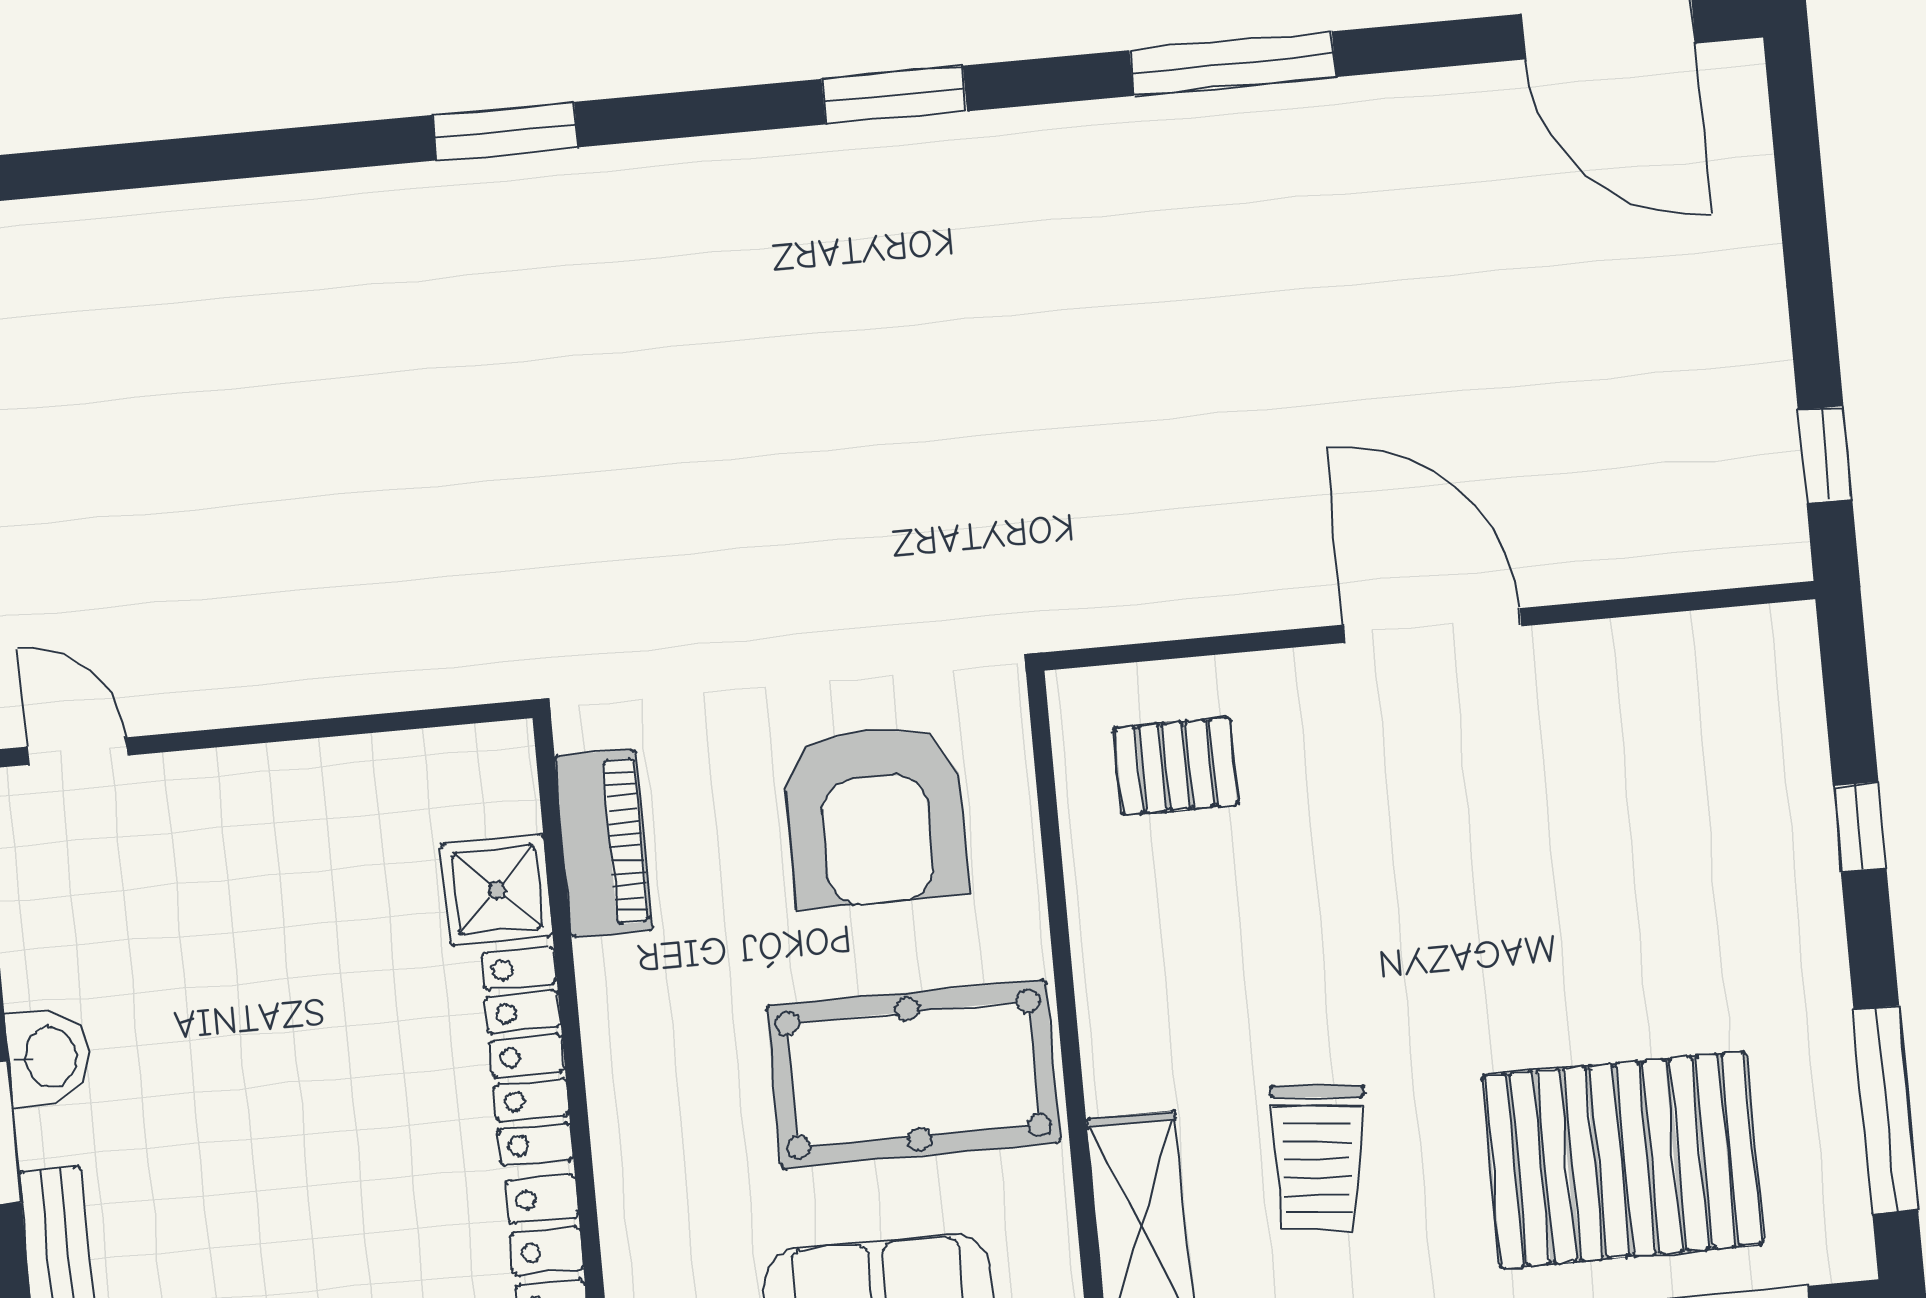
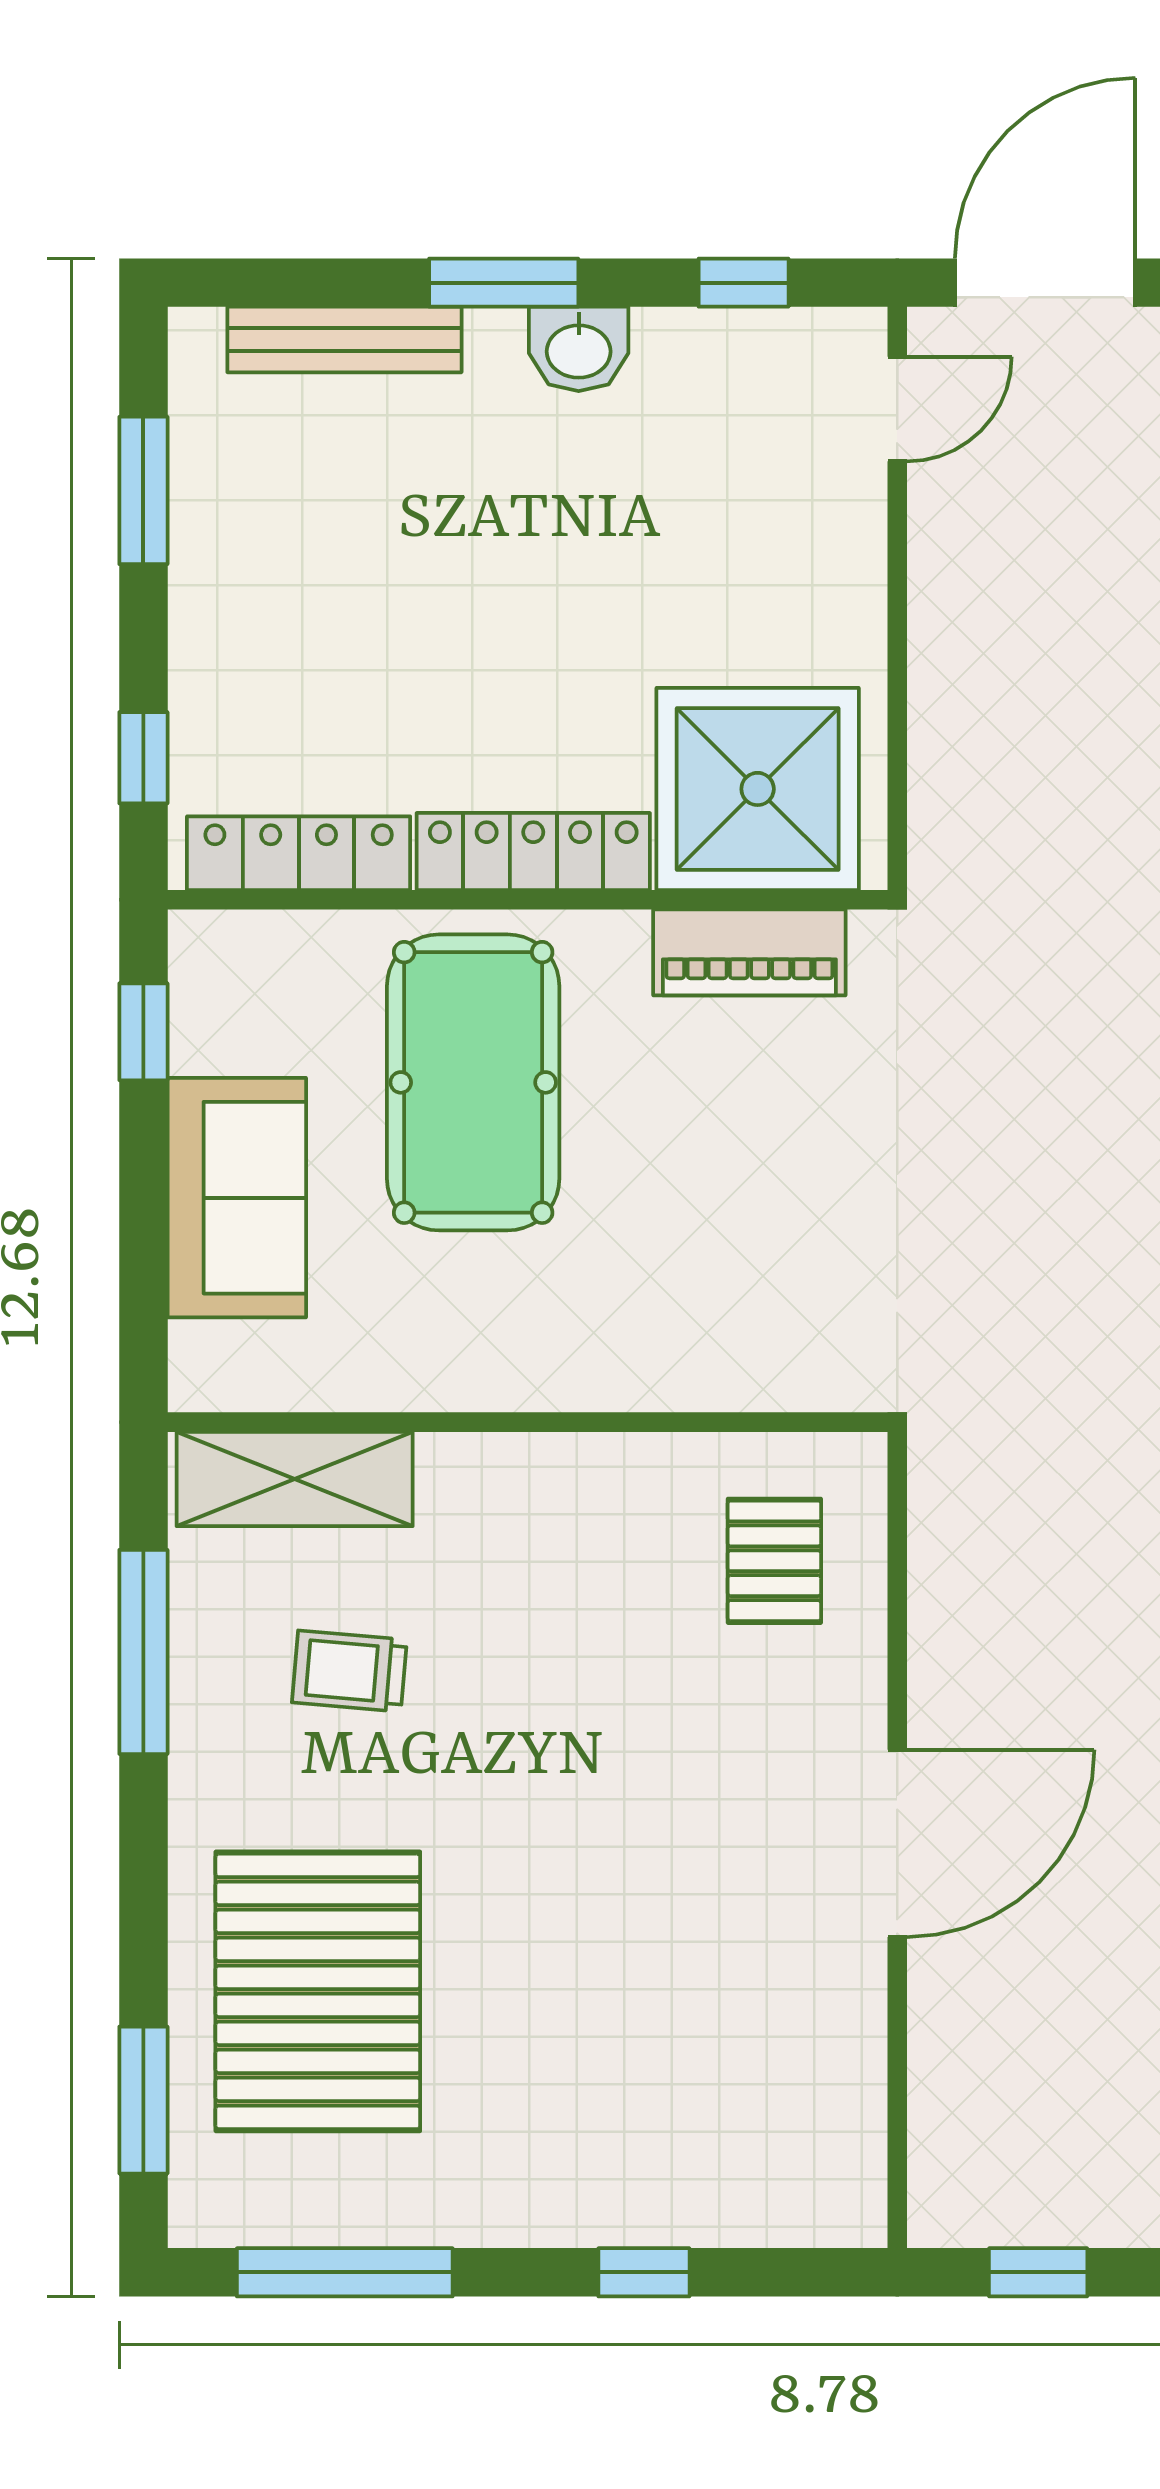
armchair: (876, 816) -> (752, 1241), removed
shower: (497, 890) -> (758, 789), width x1.86, depth x1.86
pool table: (913, 1074) -> (473, 1082), moved
trolley: (1317, 1158) -> (349, 1671), width x0.73, depth x0.72

